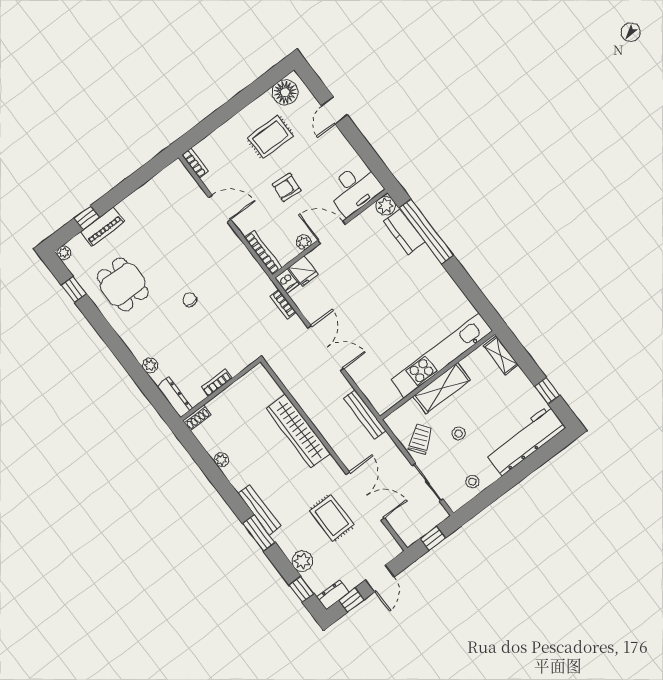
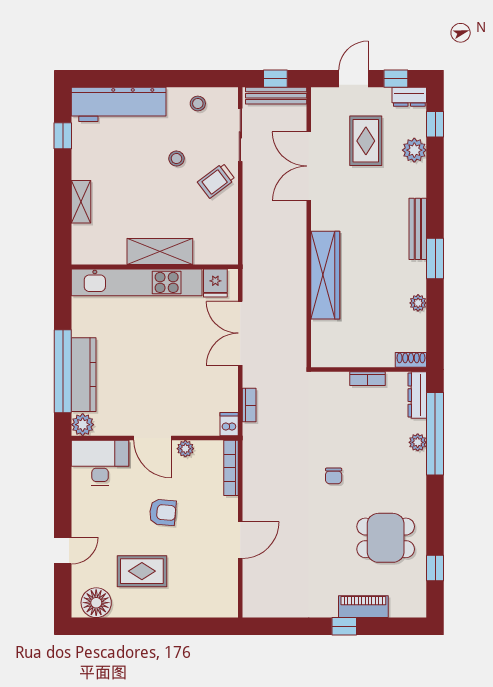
bookcase: (195, 163) -> (231, 600), removed
door: (220, 209) -> (240, 540), swing flipped
window: (87, 218) -> (344, 626), moved
kitchen counter: (404, 232) -> (84, 375), width x1.50
plant: (64, 253) -> (418, 610), removed
fridge: (303, 271) -> (215, 283), moved, turned 180
dining table: (123, 285) -> (386, 538), turned 90
kitchen unit: (442, 355) -> (137, 282), moved
wall: (437, 375) -> (155, 267), moved
window: (143, 380) -> (435, 434), added
shelving: (442, 388) -> (160, 252), moved
bench: (365, 414) -> (276, 96), moved, turned 90
rug: (332, 518) -> (366, 141), moved
window: (259, 533) -> (435, 259), moved

